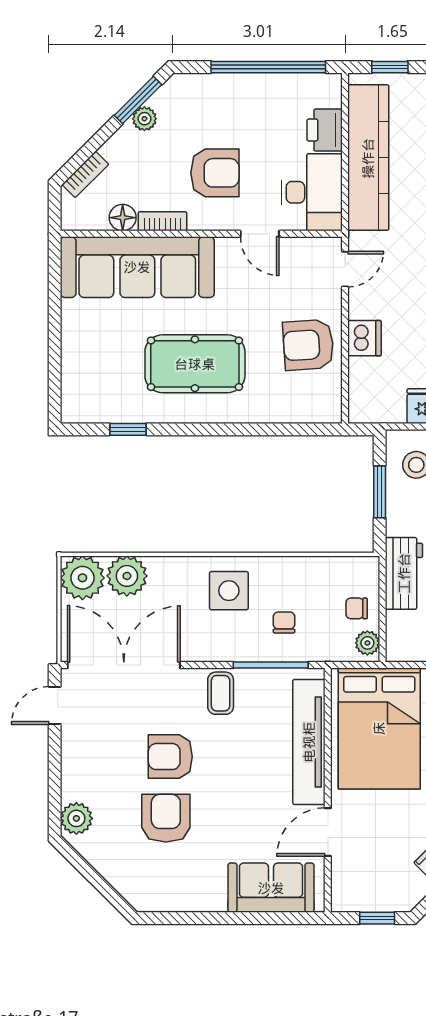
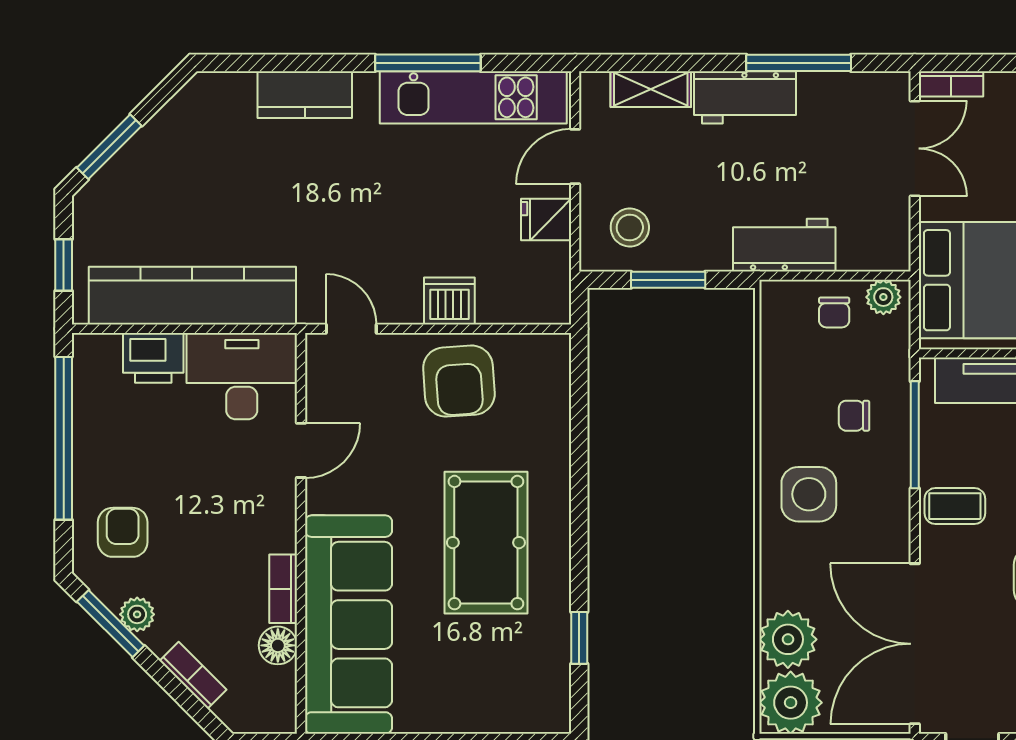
armchair: (215, 173) -> (123, 532), moved, width x0.72, depth x0.72
bookcase: (85, 174) -> (193, 675), moved

